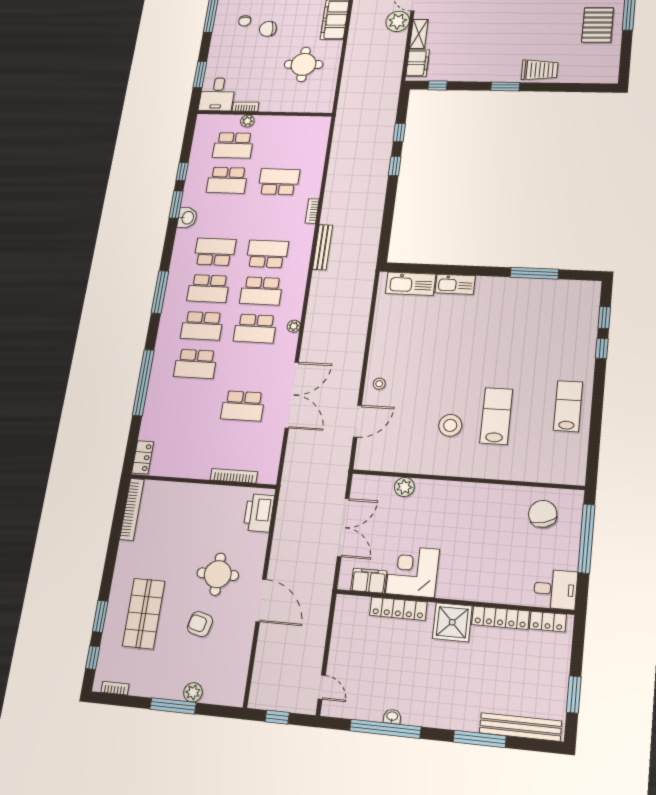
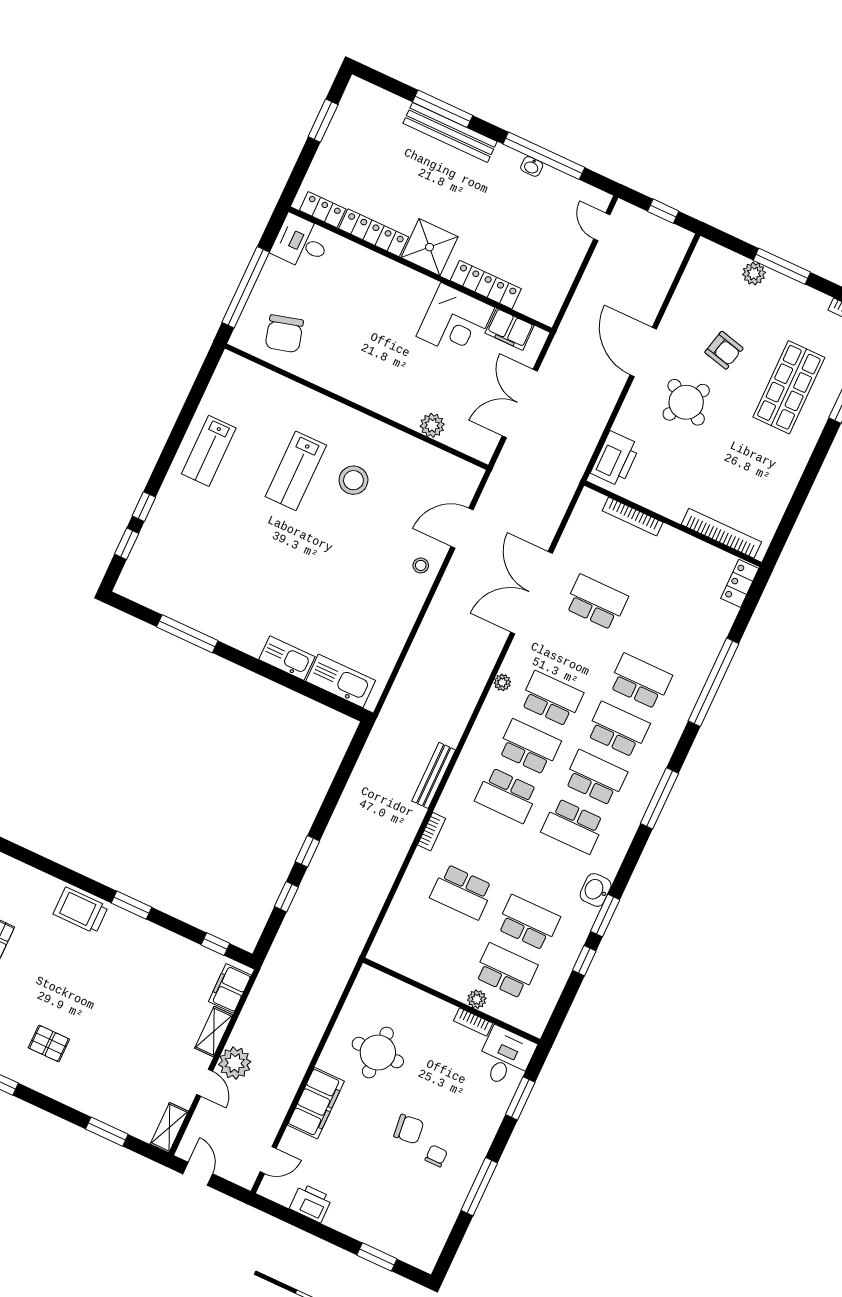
bookcase: (132, 509) -> (721, 533), moved, turned 90
round table: (218, 574) -> (686, 402), turned 30
bench: (520, 727) -> (450, 132), moved

